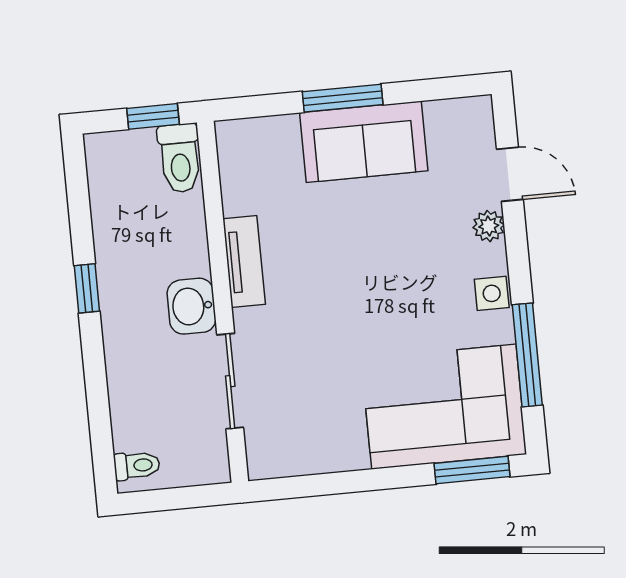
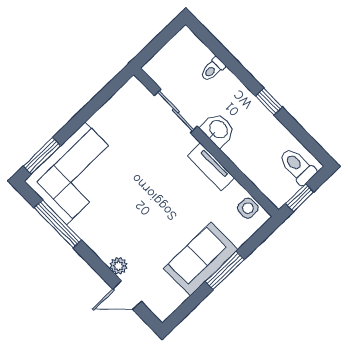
toilet: (180, 158) -> (297, 166), moved
side table: (492, 293) -> (248, 208), moved
toilet: (137, 466) -> (213, 69), moved

